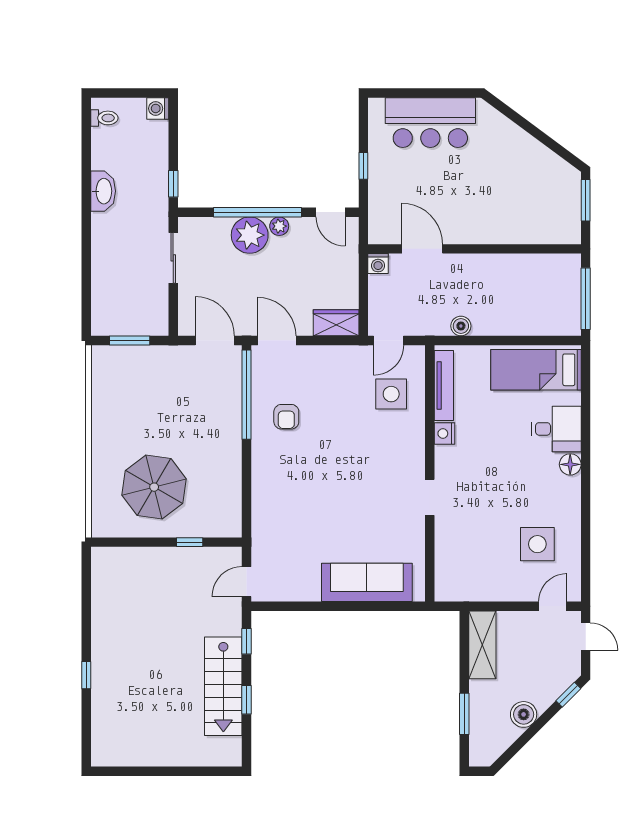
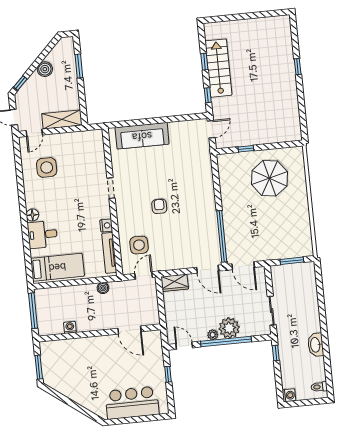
washing machine: (378, 264) -> (70, 327), moved
armchair: (286, 417) -> (159, 206), moved
shelving: (482, 645) -> (62, 119), moved, turned 90

